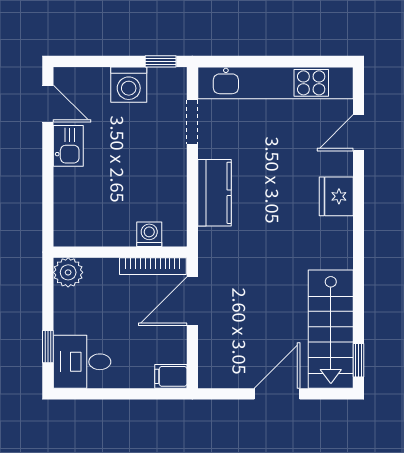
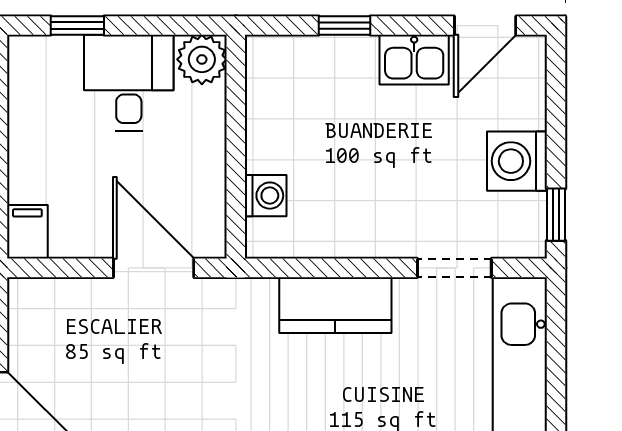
window: (48, 187) -> (345, 26), added
bookcase: (153, 266) -> (212, 202), removed
desk: (82, 362) -> (129, 83), moved

